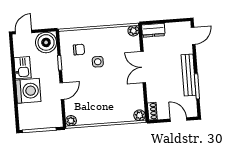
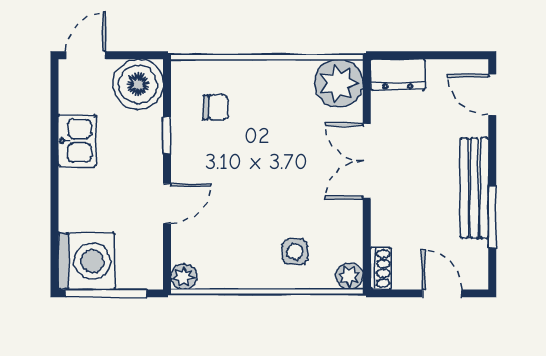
plant: (133, 31) -> (339, 83), width x1.88, depth x1.88
door: (193, 36) -> (492, 95), swing flipped
side table: (98, 62) -> (295, 252), moved
washing machine: (28, 91) -> (87, 261), moved

